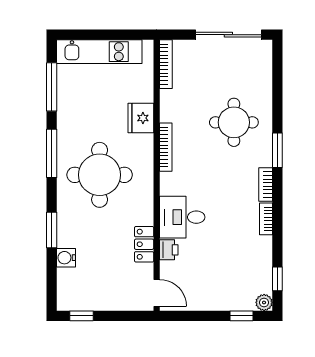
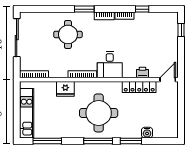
window: (52, 153) -> (98, 141), moved
desk: (182, 217) -> (110, 65), moved
locker: (144, 244) -> (139, 87), width x1.53
window: (277, 279) -> (142, 9), moved
plant: (264, 302) -> (173, 17), removed
window: (81, 316) -> (181, 124), removed

